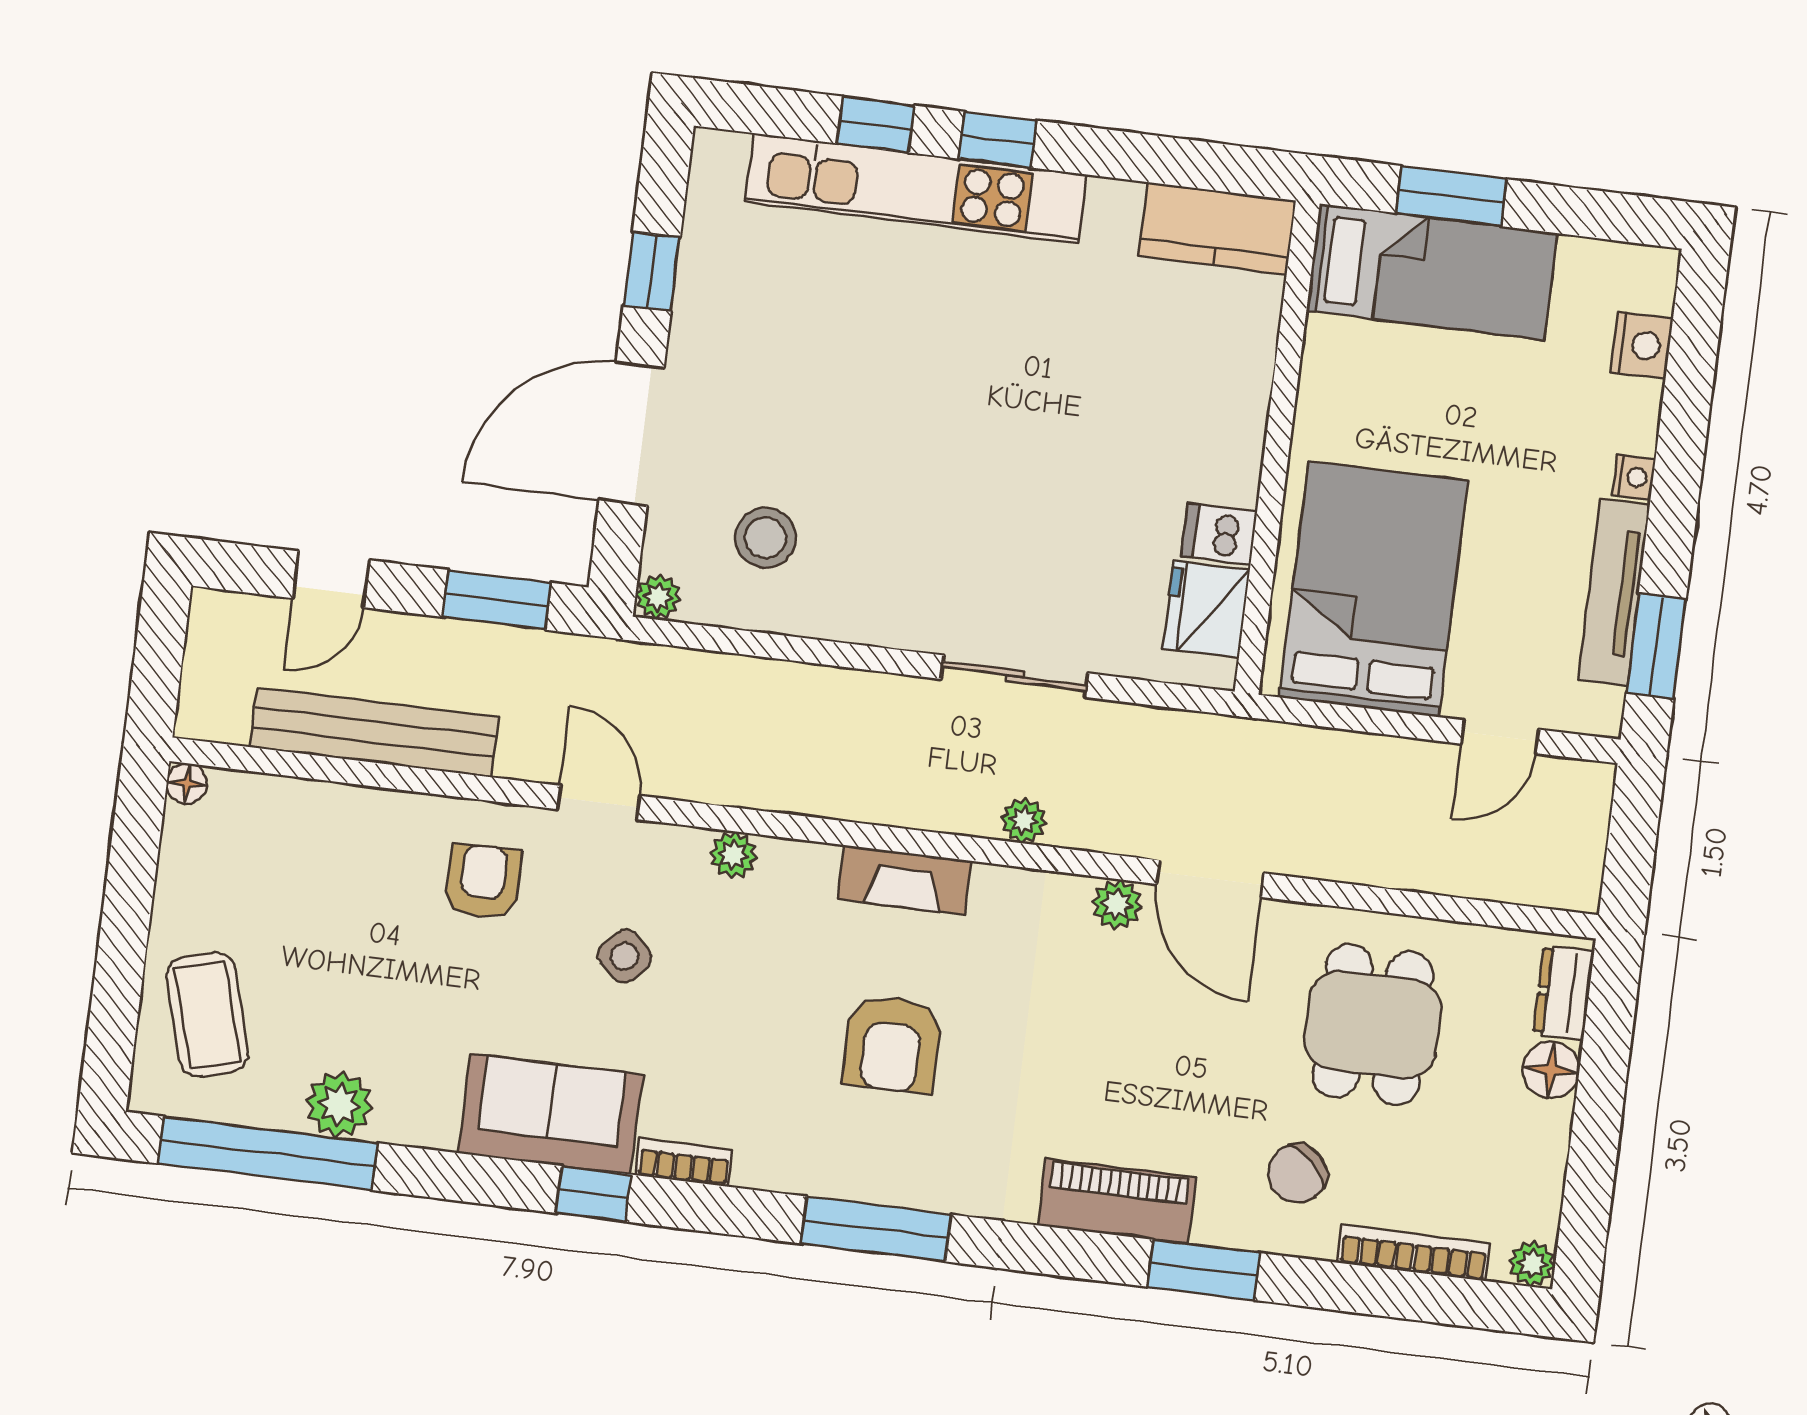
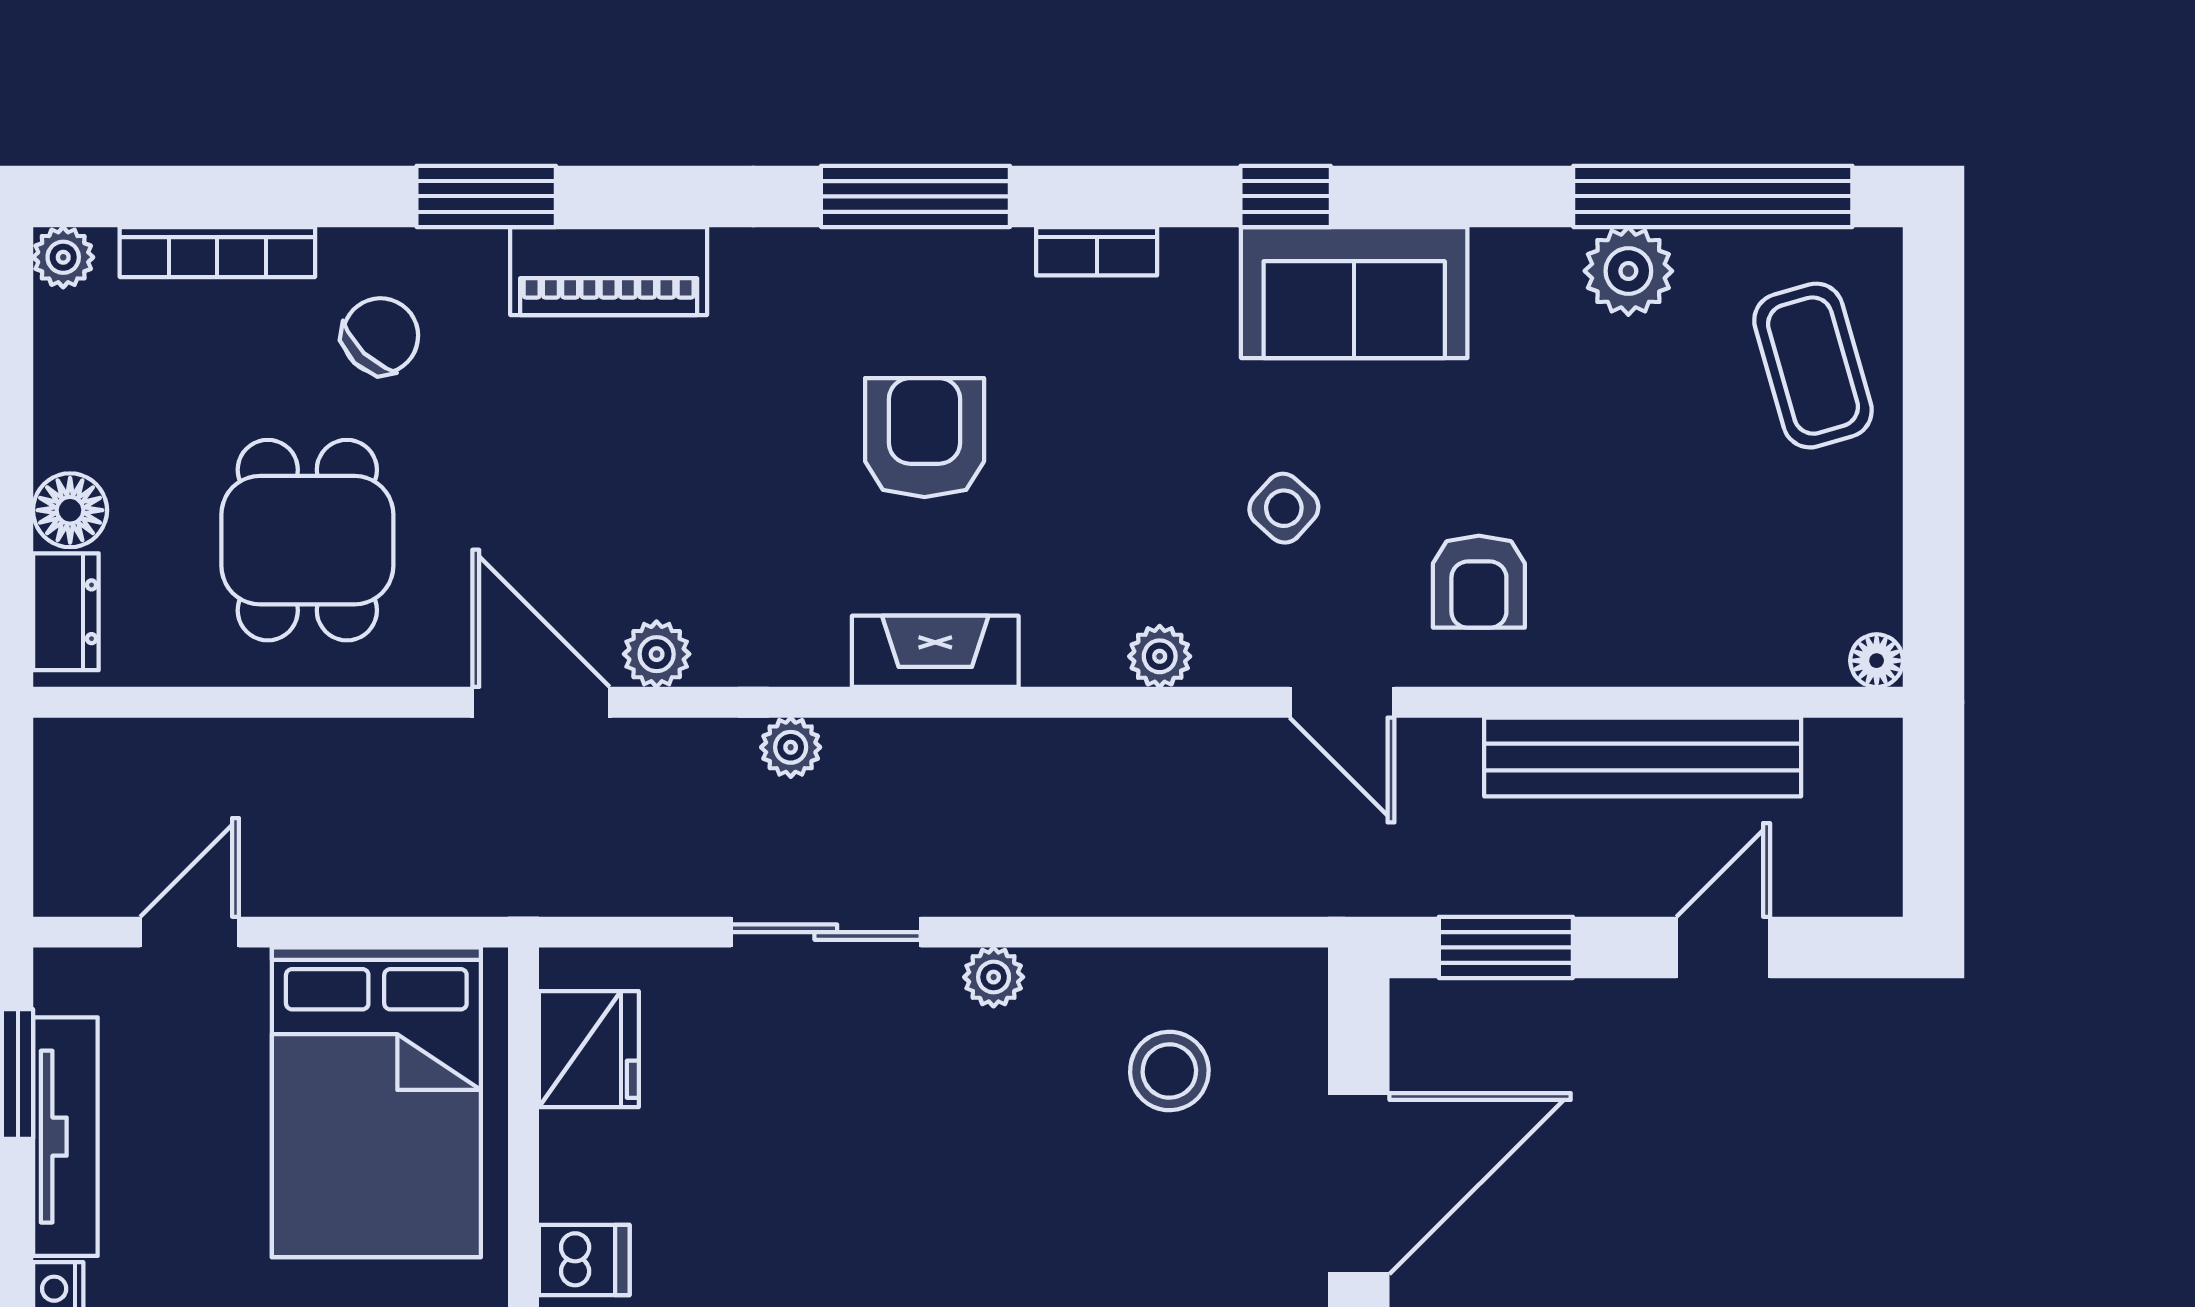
dishwasher: (1219, 534) -> (584, 1260), moved
plant: (658, 597) -> (994, 977), moved
bookcase: (684, 1163) -> (1097, 251), moved

